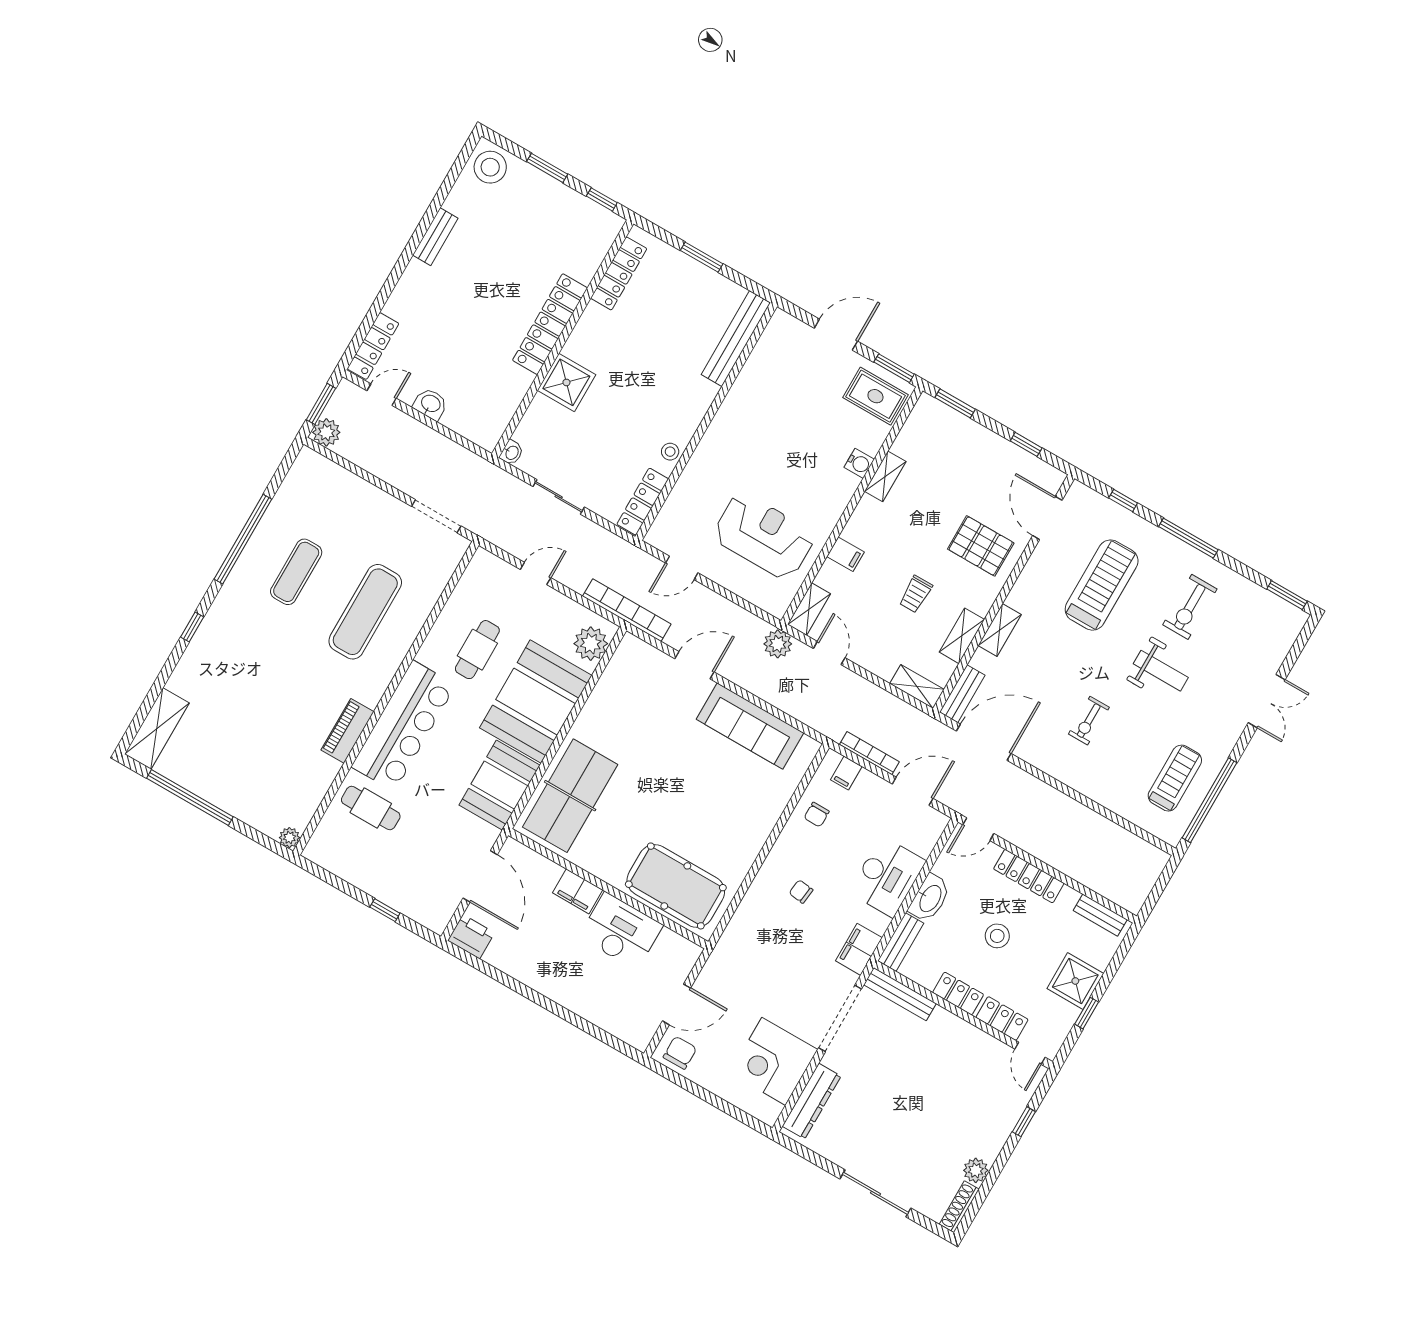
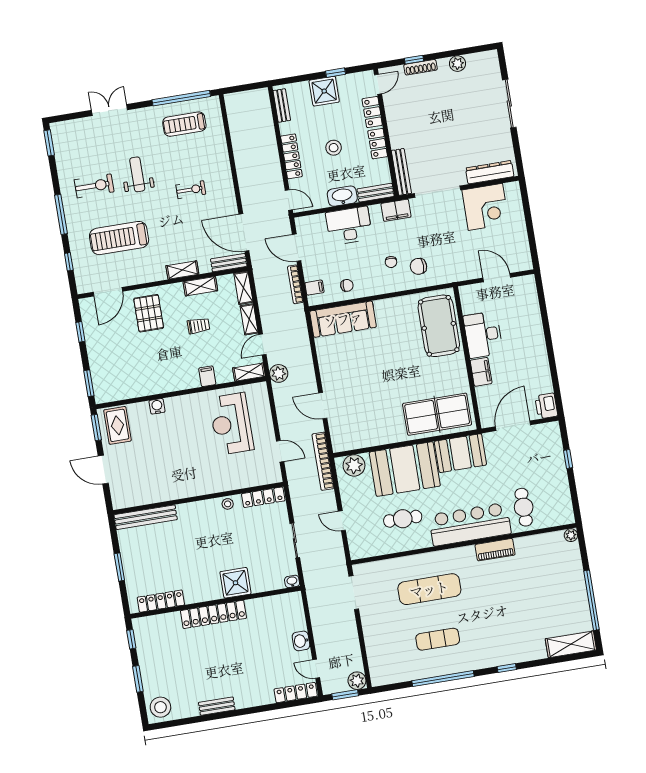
shelving: (885, 476) -> (249, 319), moved, turned 90
sofa: (750, 726) -> (343, 319), moved, turned 90
chair: (680, 1053) -> (418, 266), moved
shoe rack: (959, 1207) -> (421, 67), moved

